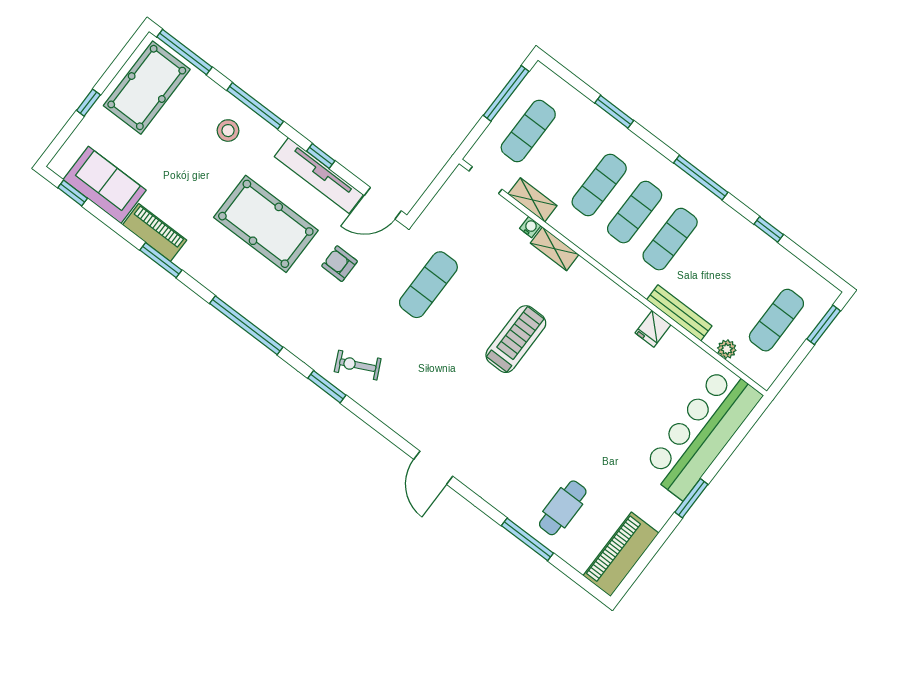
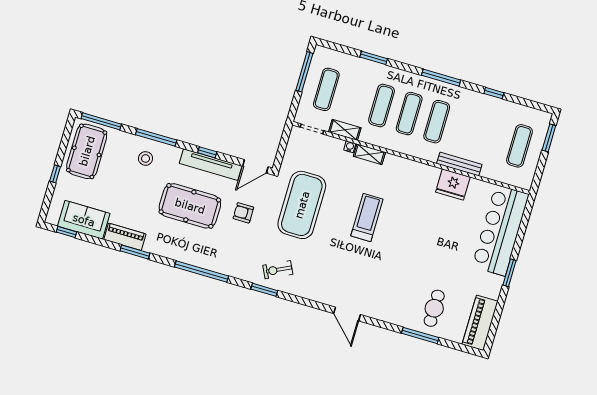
exercise mat: (428, 285) -> (302, 205), width x2.00, depth x1.45
fridge: (653, 329) -> (453, 184), width x1.88, depth x1.34
plant: (727, 349) -> (496, 175), removed

